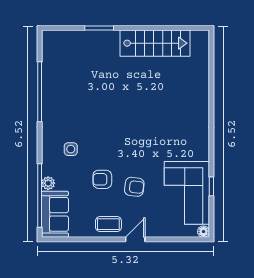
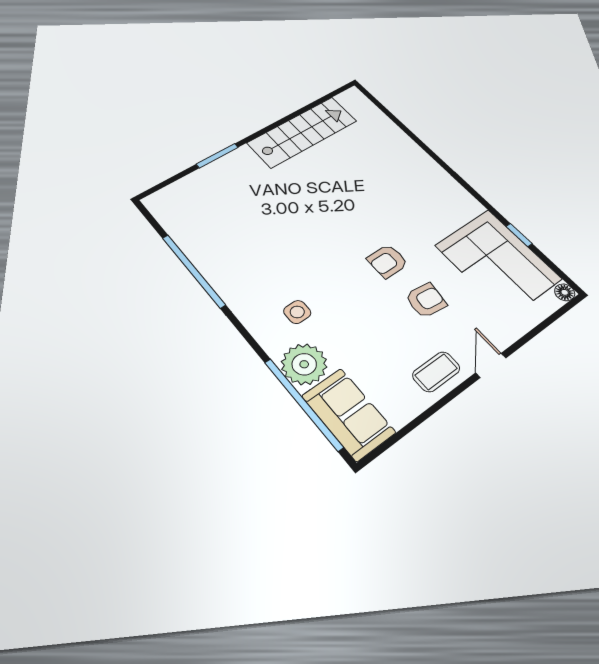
armchair: (102, 179) -> (387, 261), moved
plant: (48, 183) -> (304, 364), width x1.88, depth x1.88

